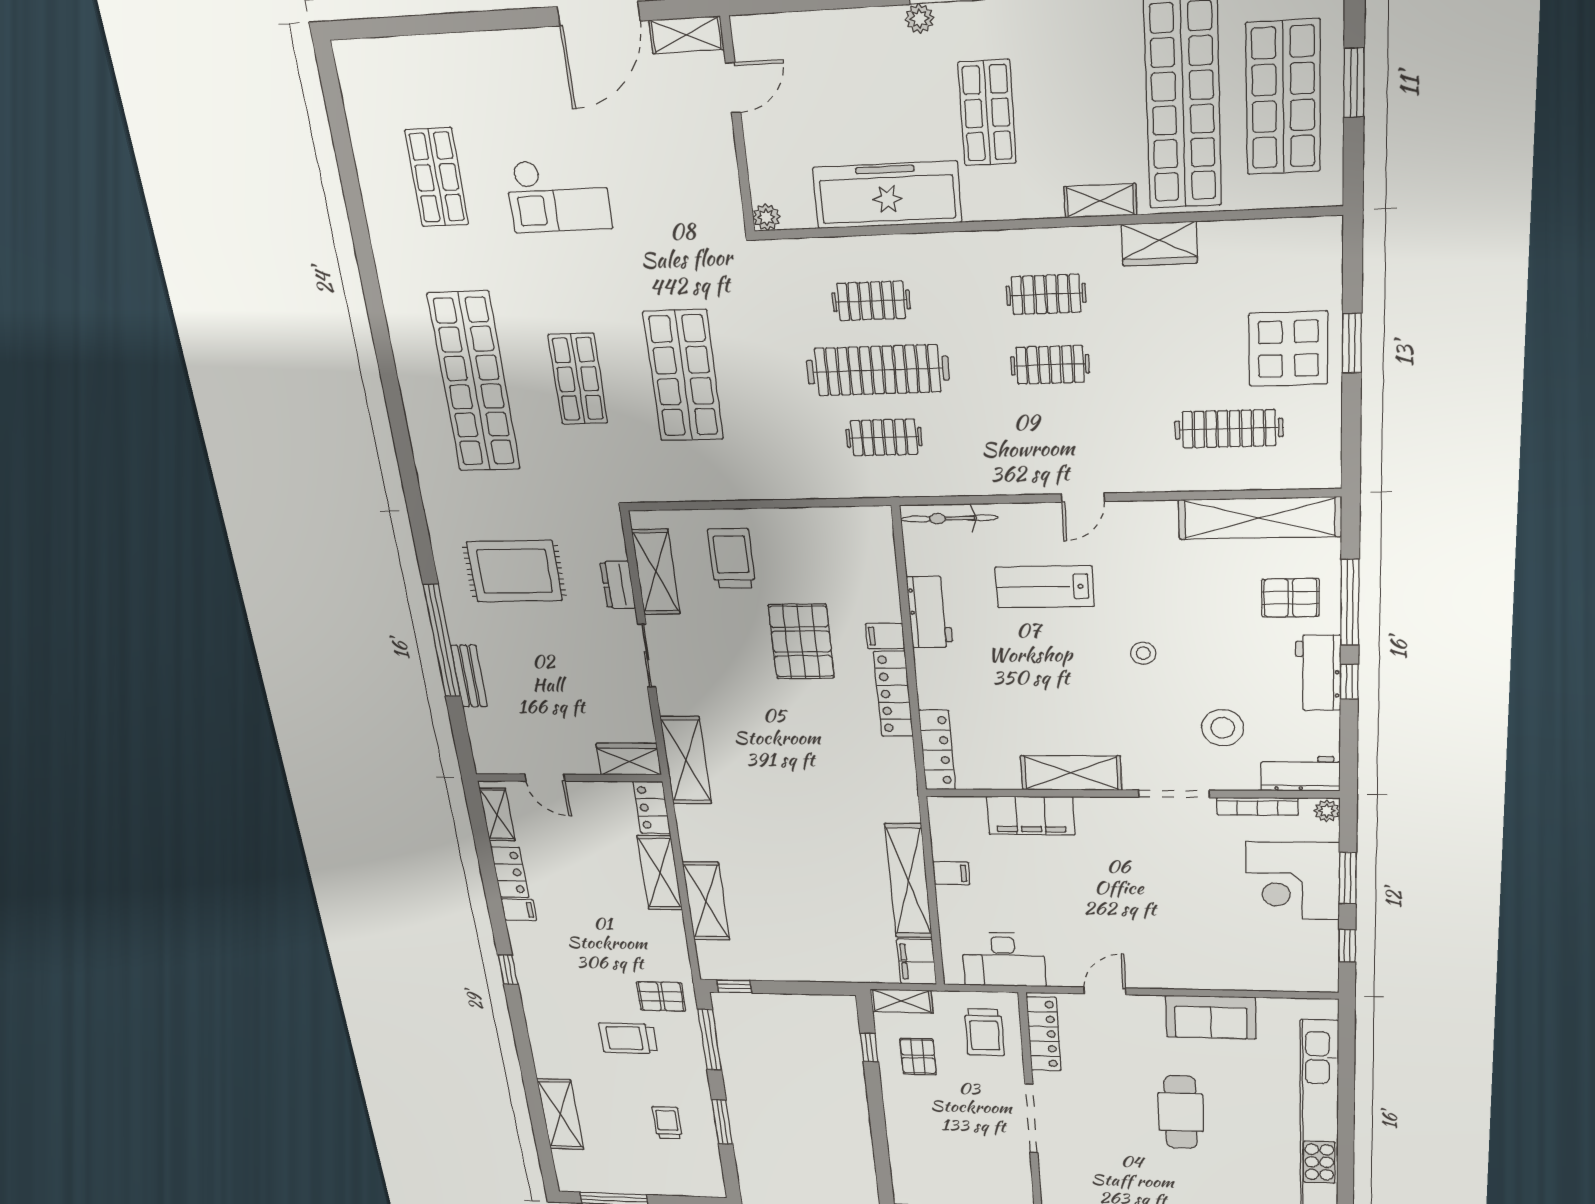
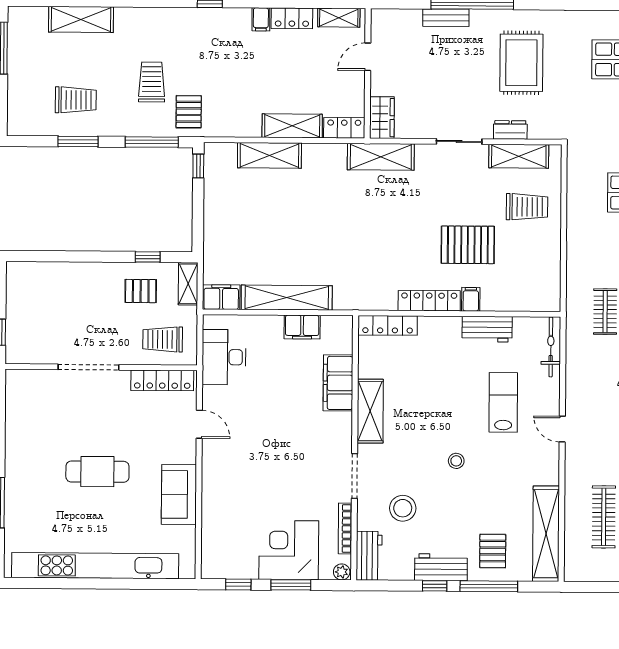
filing cabinet: (951, 873) -> (302, 327), width x2.00
trolley: (667, 1123) -> (76, 100), width x1.36, depth x1.39

